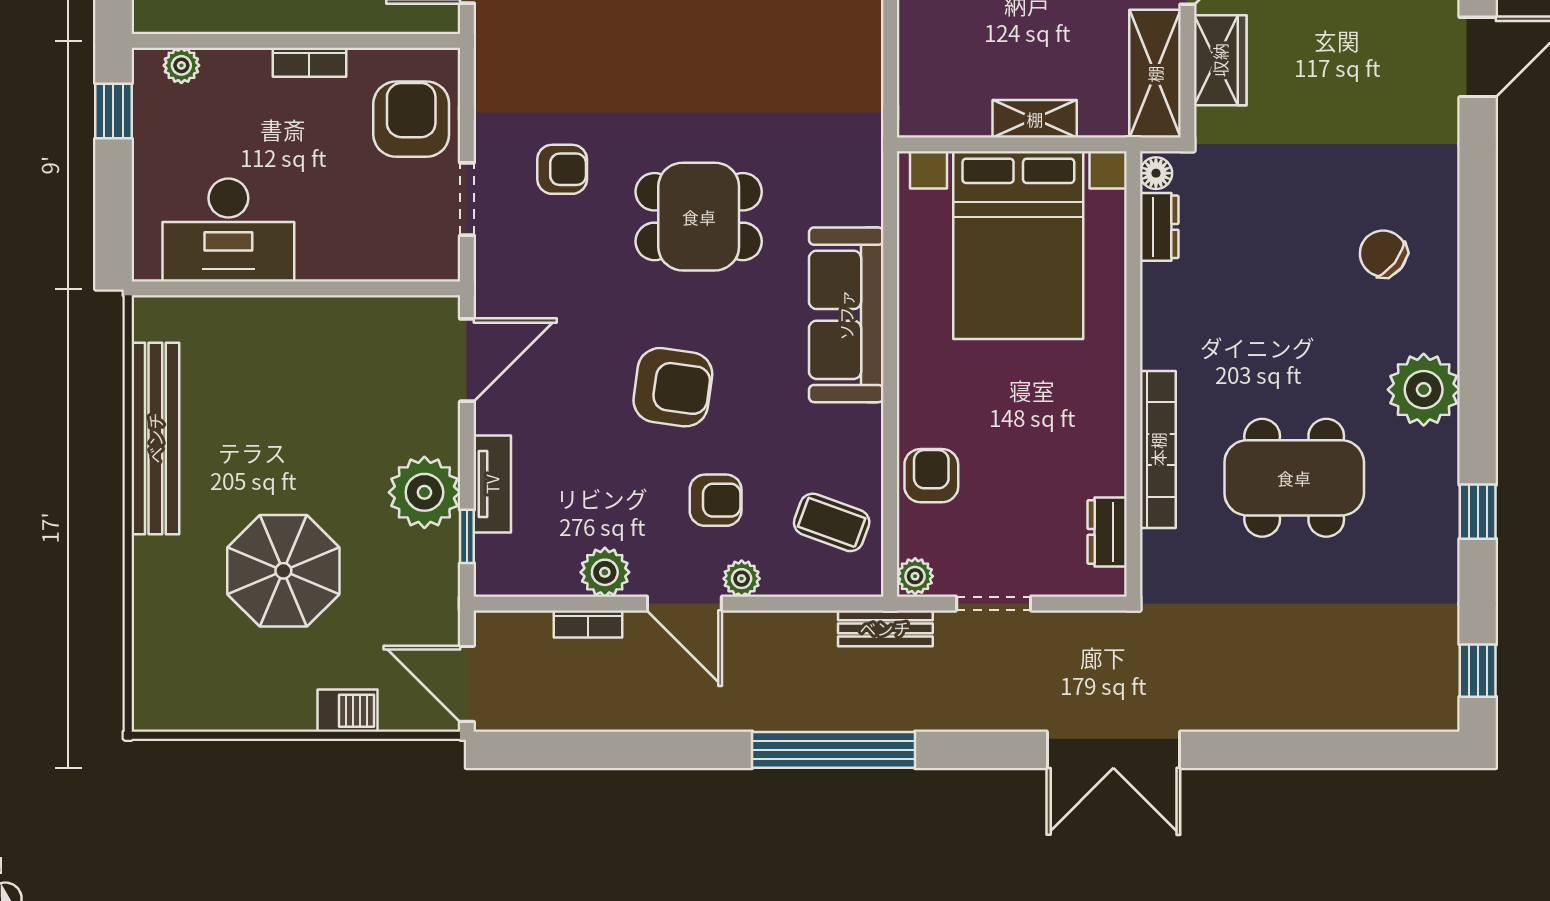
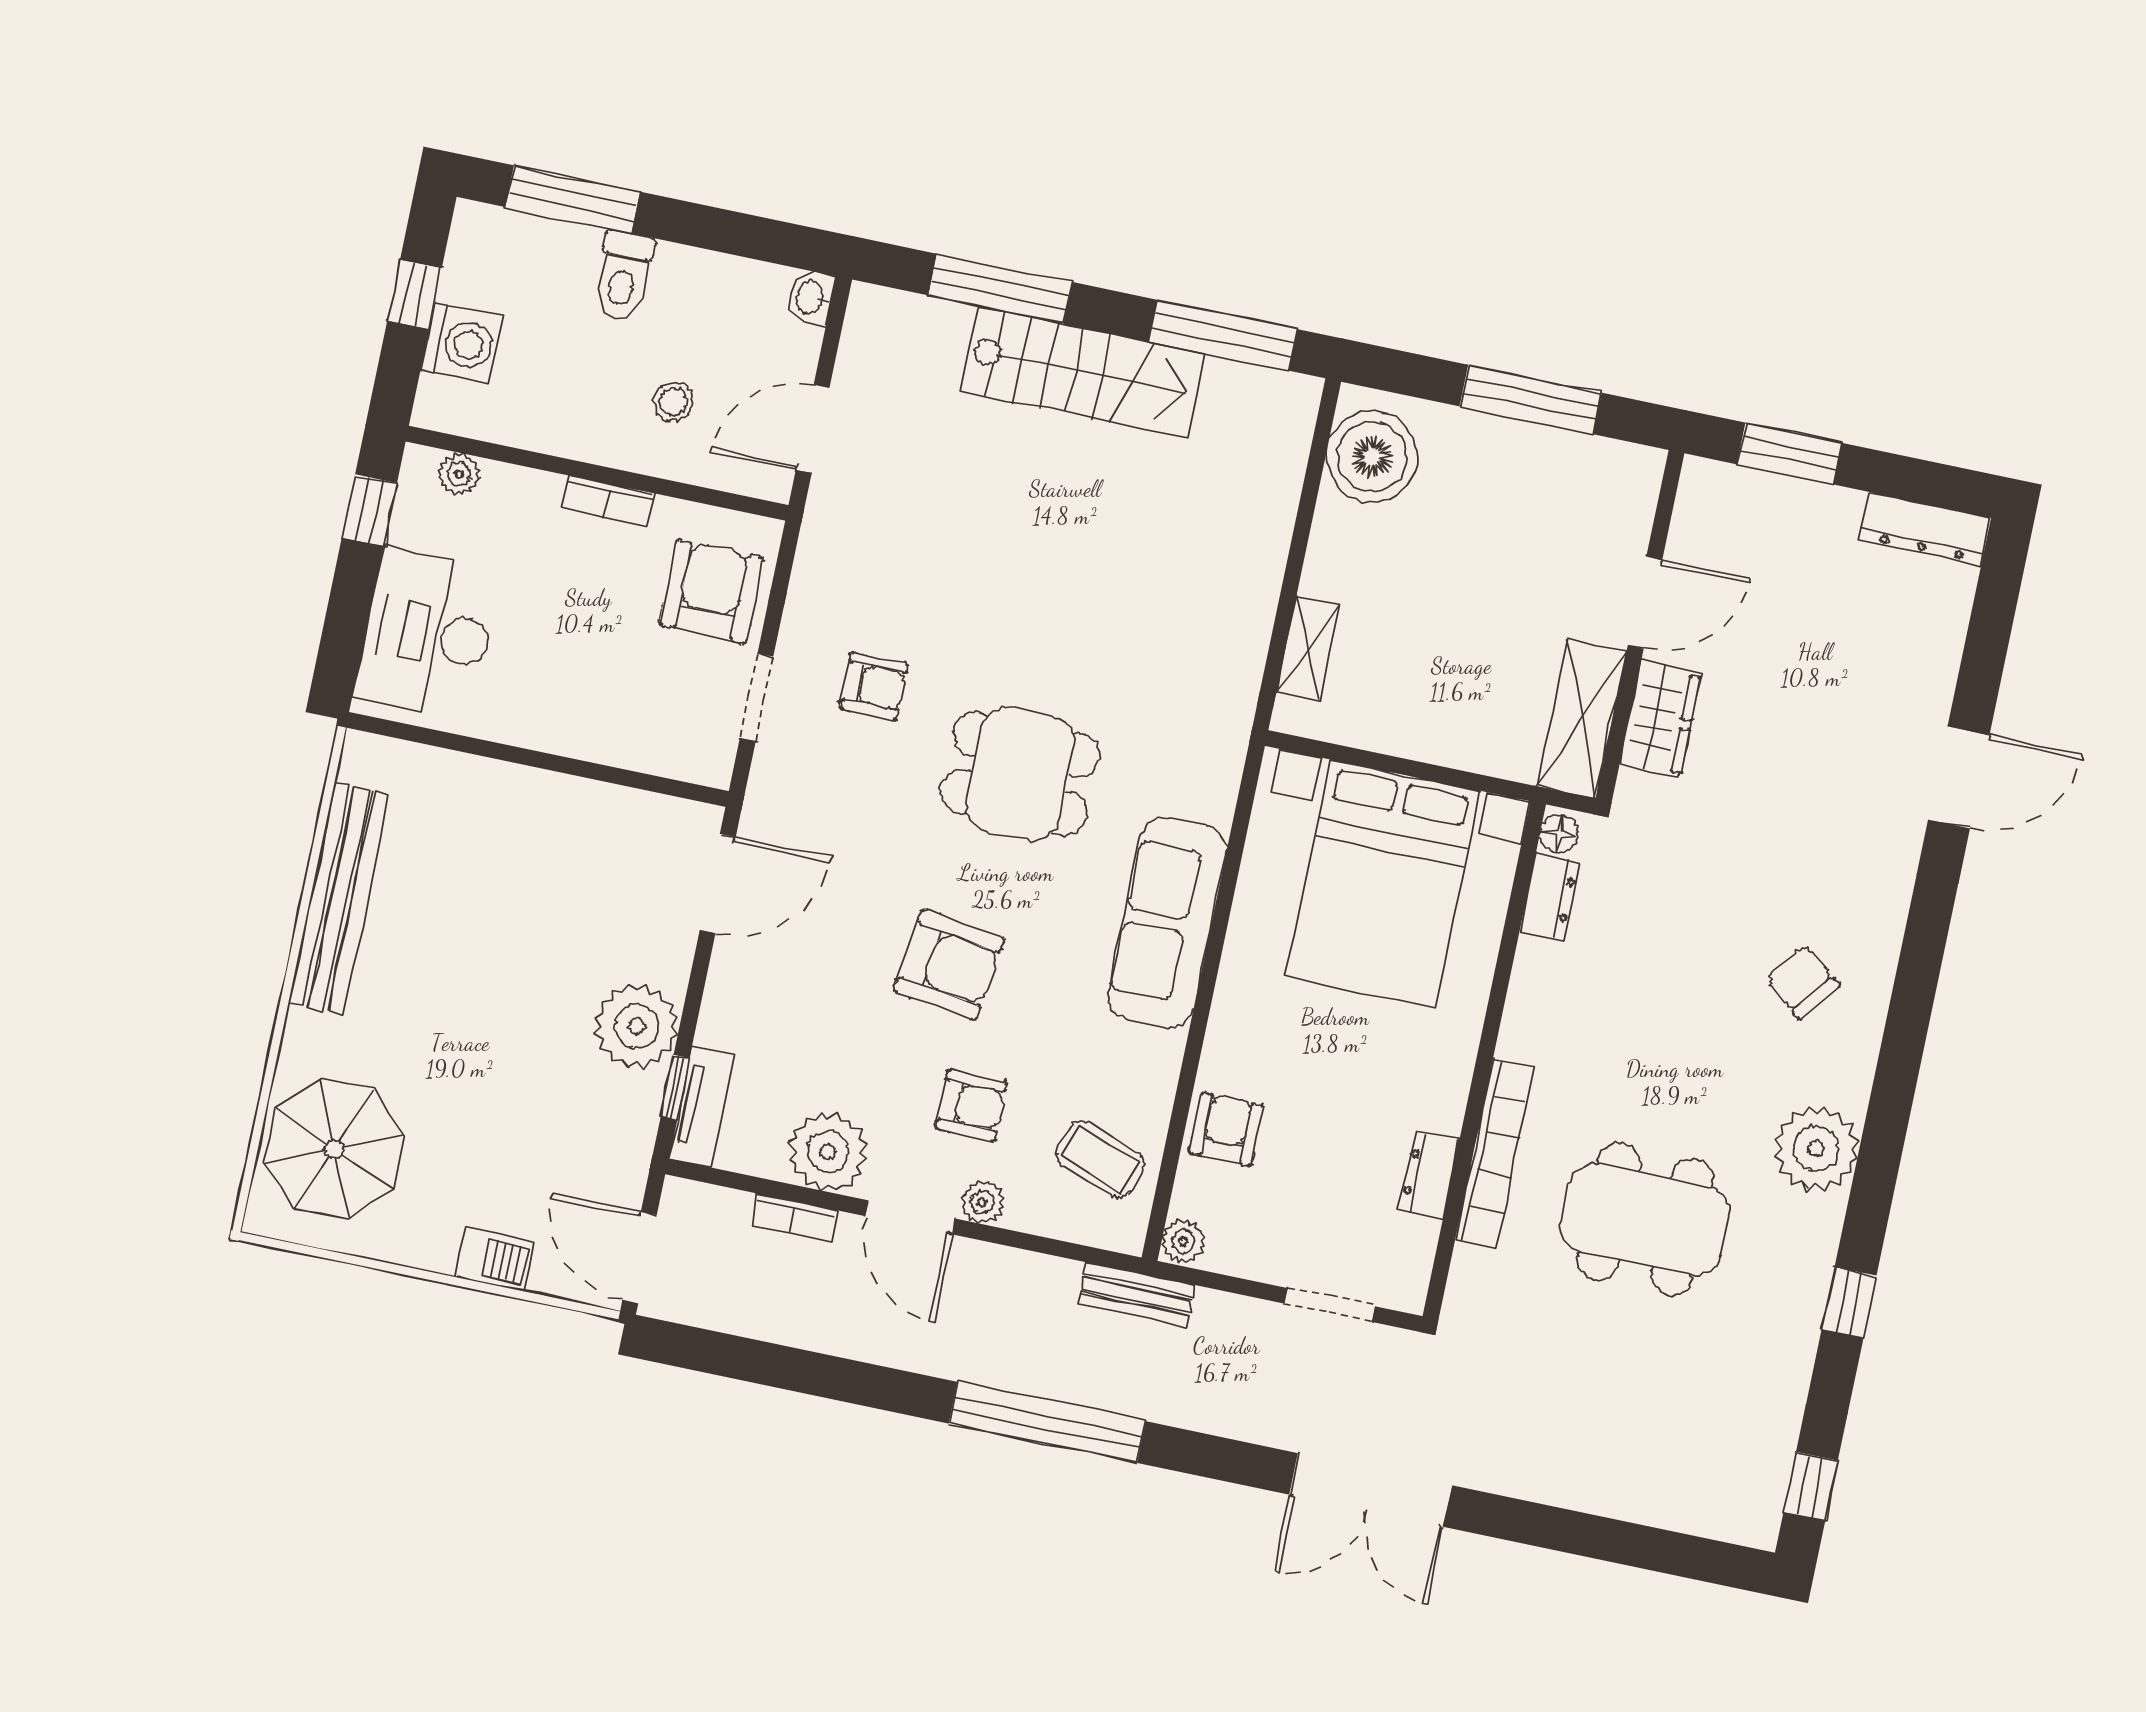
shelving: (1035, 119) -> (1308, 648), moved, turned 90
desk: (228, 230) -> (428, 633), moved, turned 90
tv unit: (492, 484) -> (702, 1107), moved
dresser: (1107, 532) -> (1429, 1176), moved
parasol: (283, 571) -> (334, 1149), moved
plant: (605, 572) -> (828, 1152), width x1.36, depth x1.36
doorway: (994, 604) -> (1330, 1305), moved

